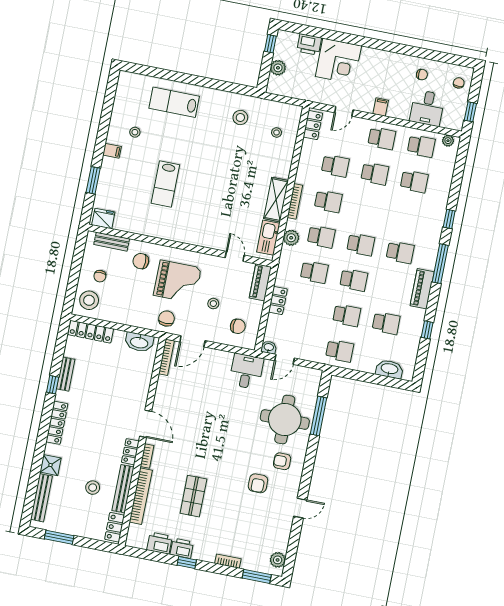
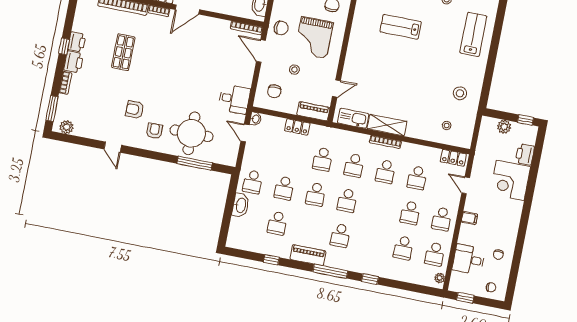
plant: (291, 238) -> (353, 139), removed
washbasin: (389, 369) -> (241, 205), moved
shop shelf: (193, 496) -> (123, 52), turned 90
printer: (160, 543) -> (74, 62), moved

